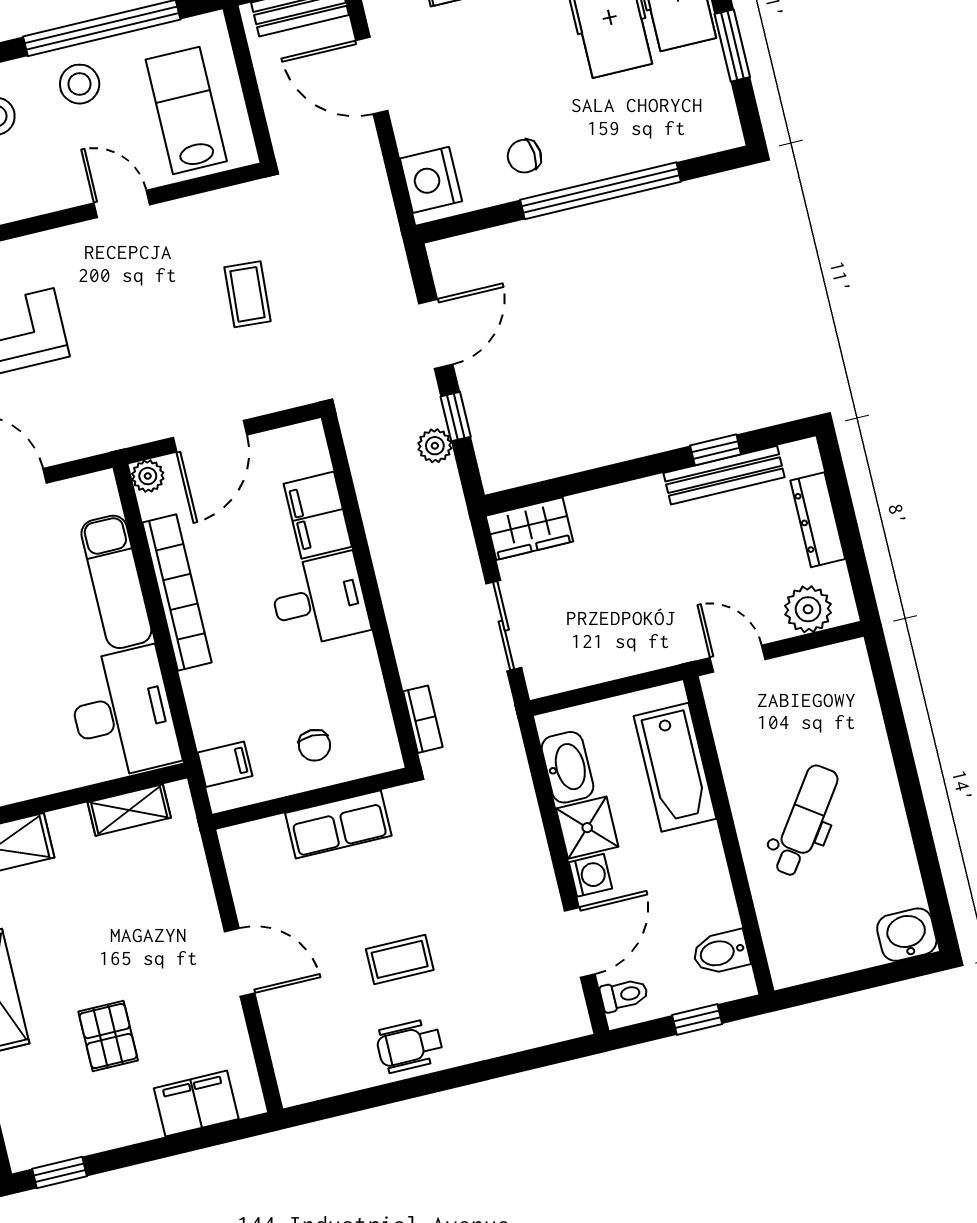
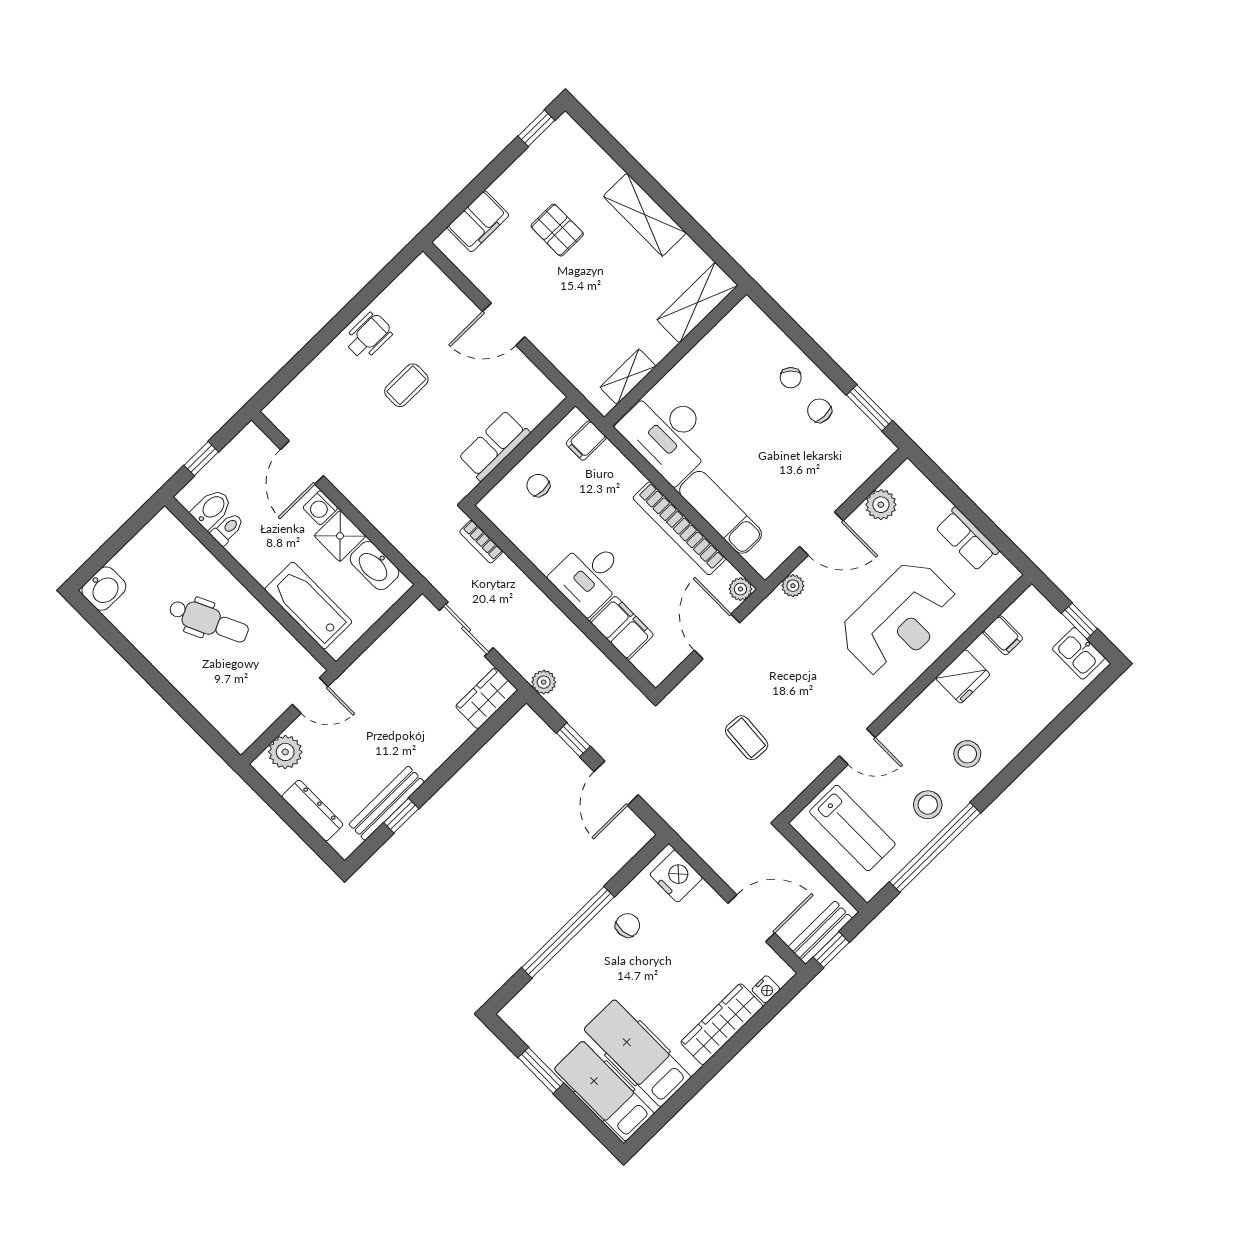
plant: (83, 442) -> (793, 586), added
plant: (435, 446) -> (544, 682), moved
dental chair: (805, 821) -> (209, 621), turned -60
toilet: (624, 995) -> (227, 529), moved, turned 180

